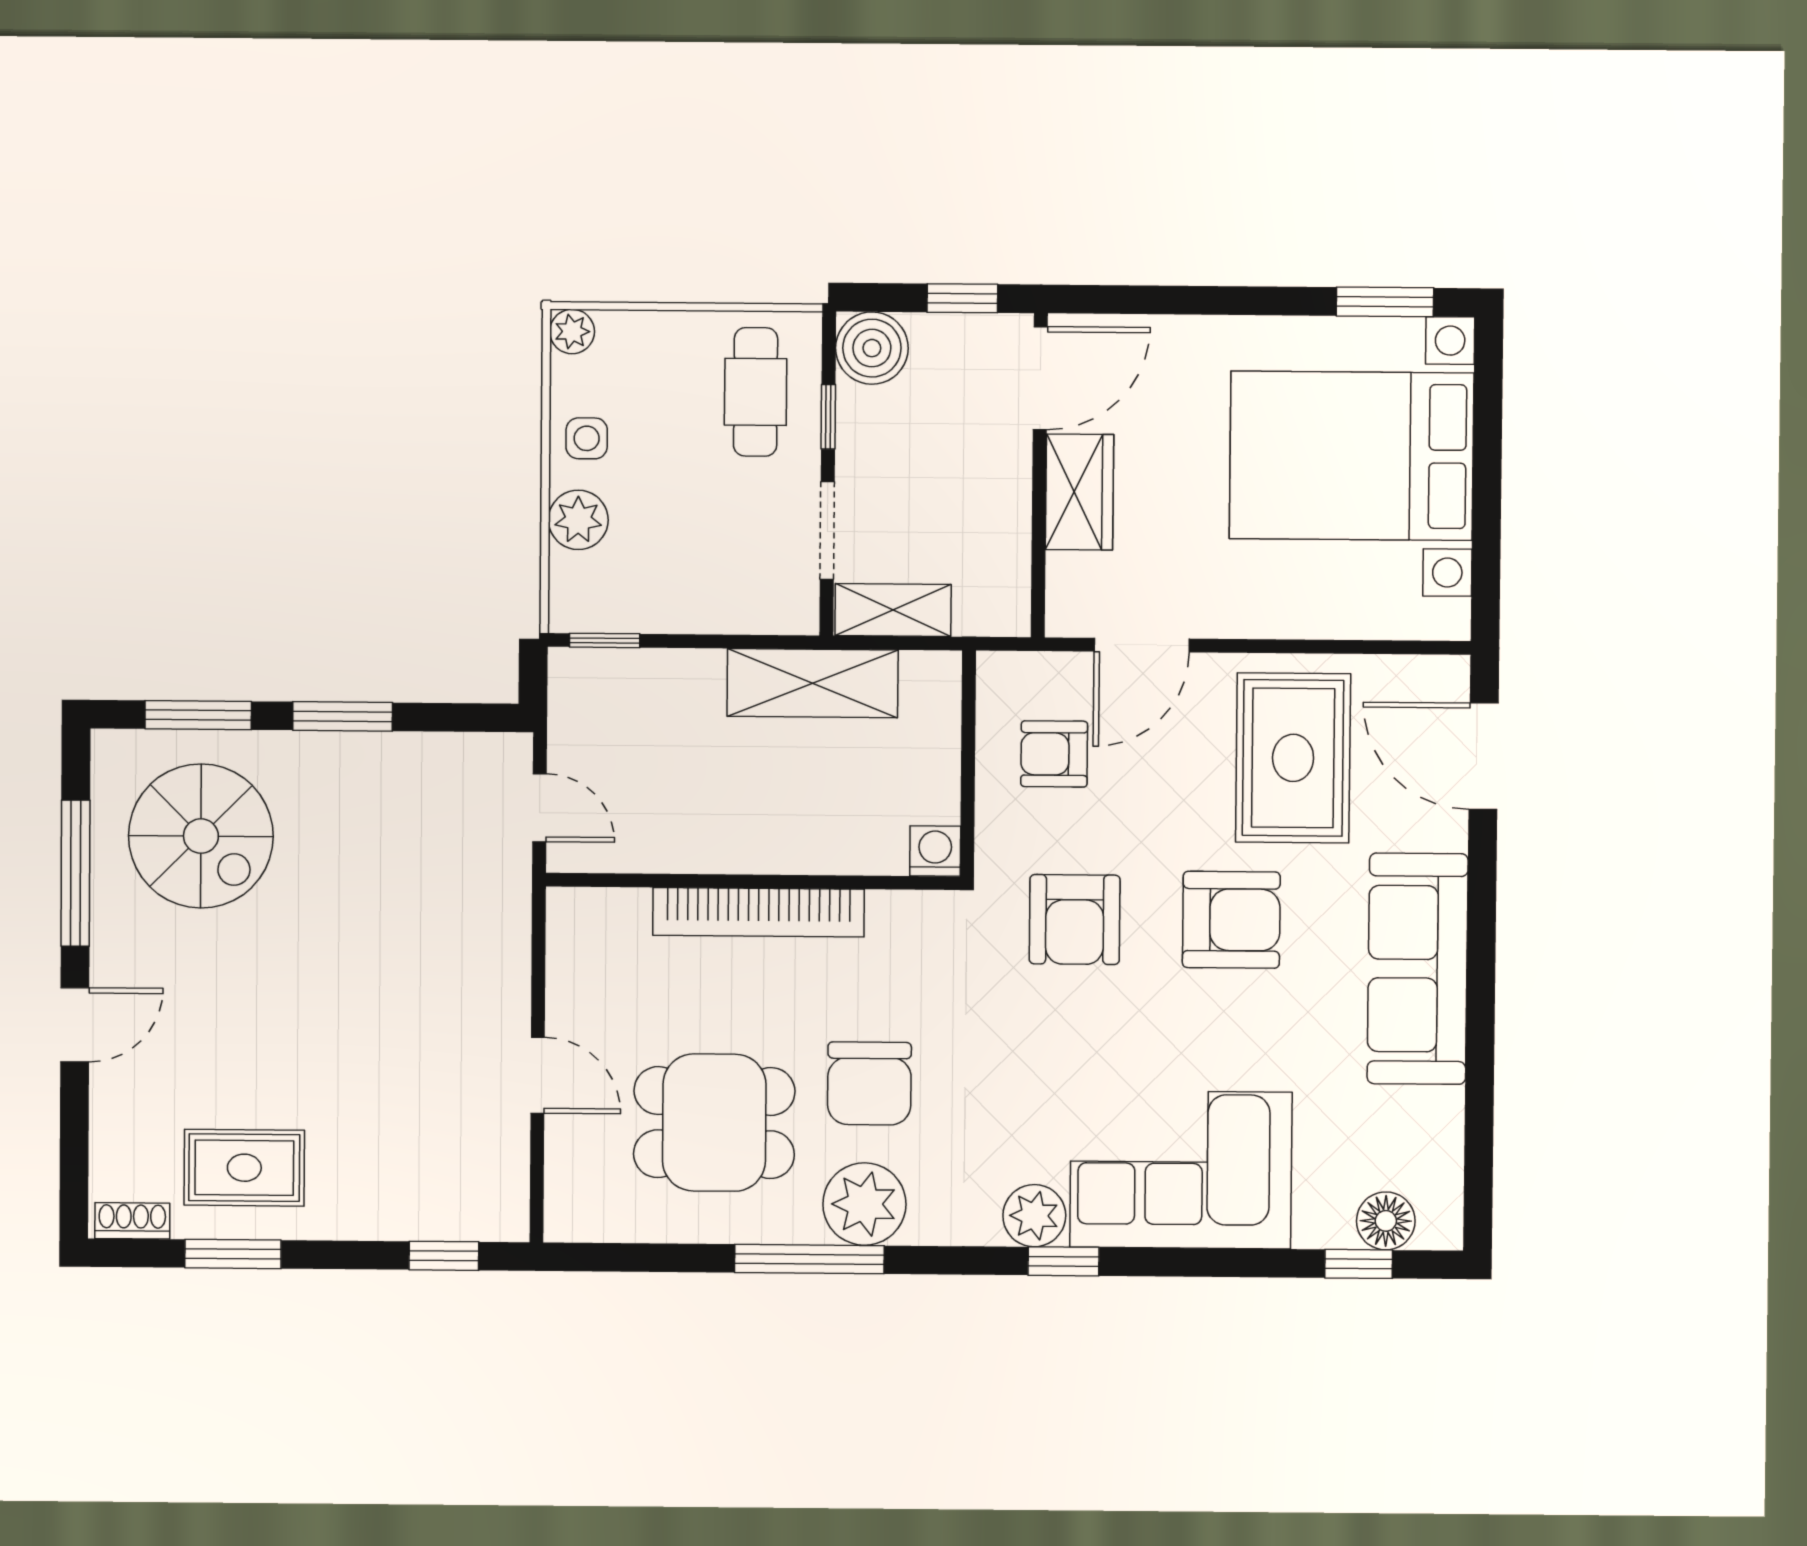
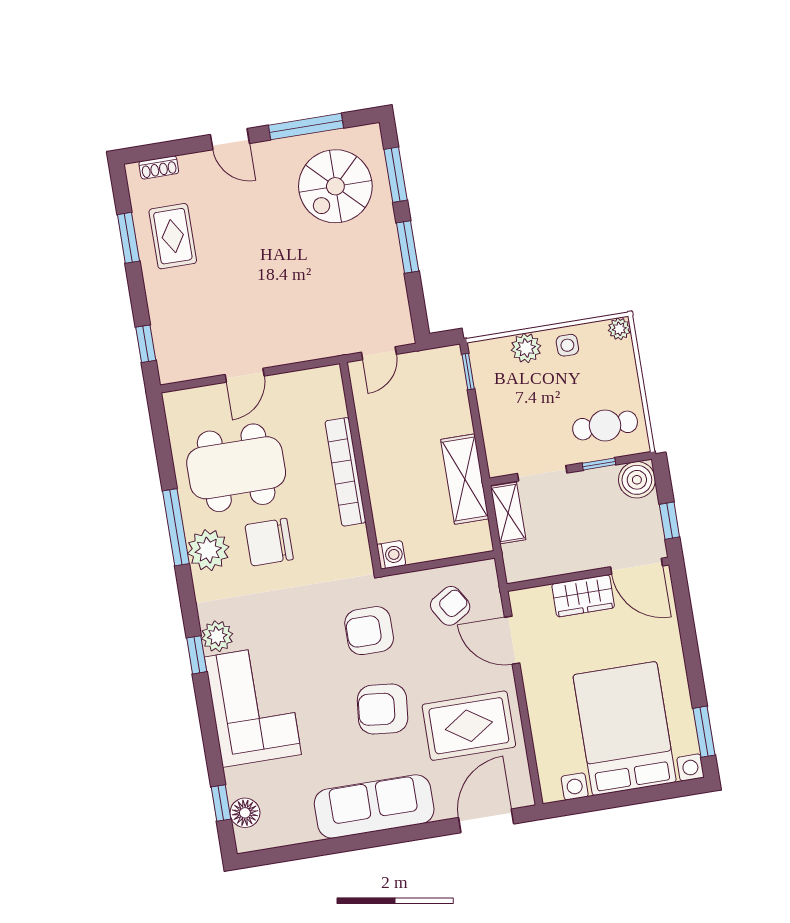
armchair: (1054, 754) -> (450, 606), turned 59
armchair: (1231, 920) -> (383, 709), turned 96
dining table: (714, 1123) -> (236, 468), width x1.37
shoe rack: (132, 1221) -> (159, 167), moved, turned 90

